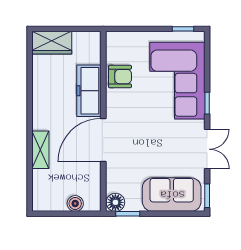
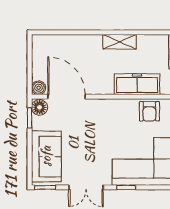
door: (103, 140) -> (66, 97), moved
shelving: (40, 150) -> (120, 42), moved
boiler: (75, 203) -> (38, 88), moved

